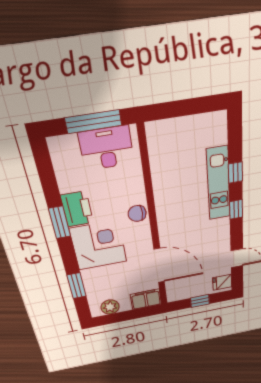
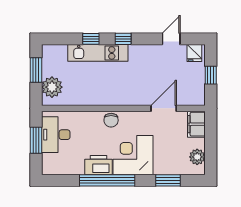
window: (192, 106) -> (36, 70), added
window: (93, 122) -> (36, 140), width x0.69
plant: (171, 133) -> (52, 87), added
window: (60, 222) -> (107, 180), width x2.11
door: (159, 266) -> (164, 108), width x0.73

